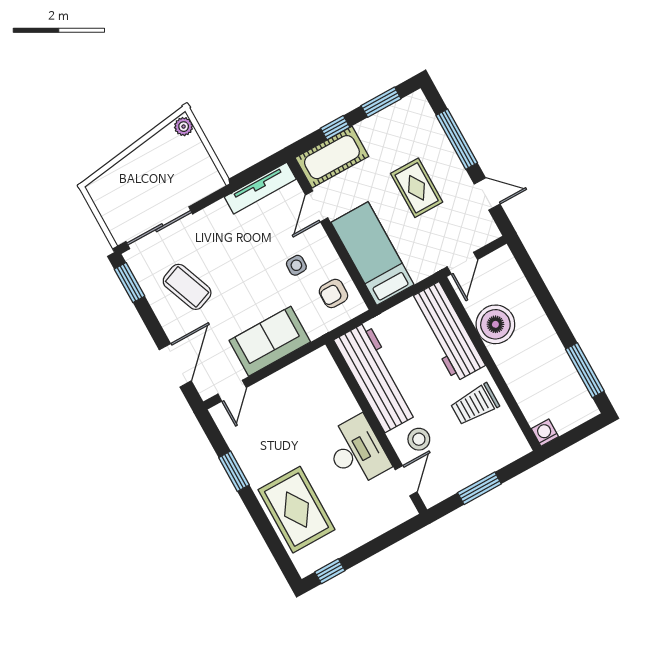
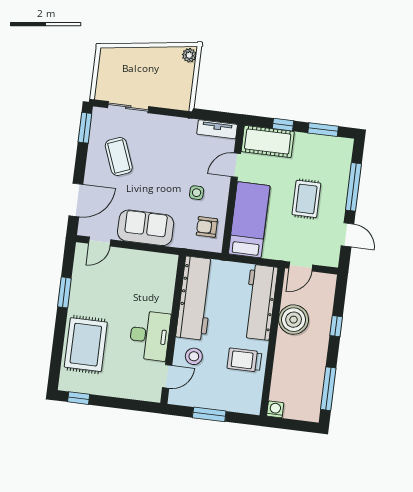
tv unit: (260, 188) -> (217, 129), width x0.71
sliding door: (159, 228) -> (128, 107), width x0.73
window: (545, 299) -> (336, 326), added

